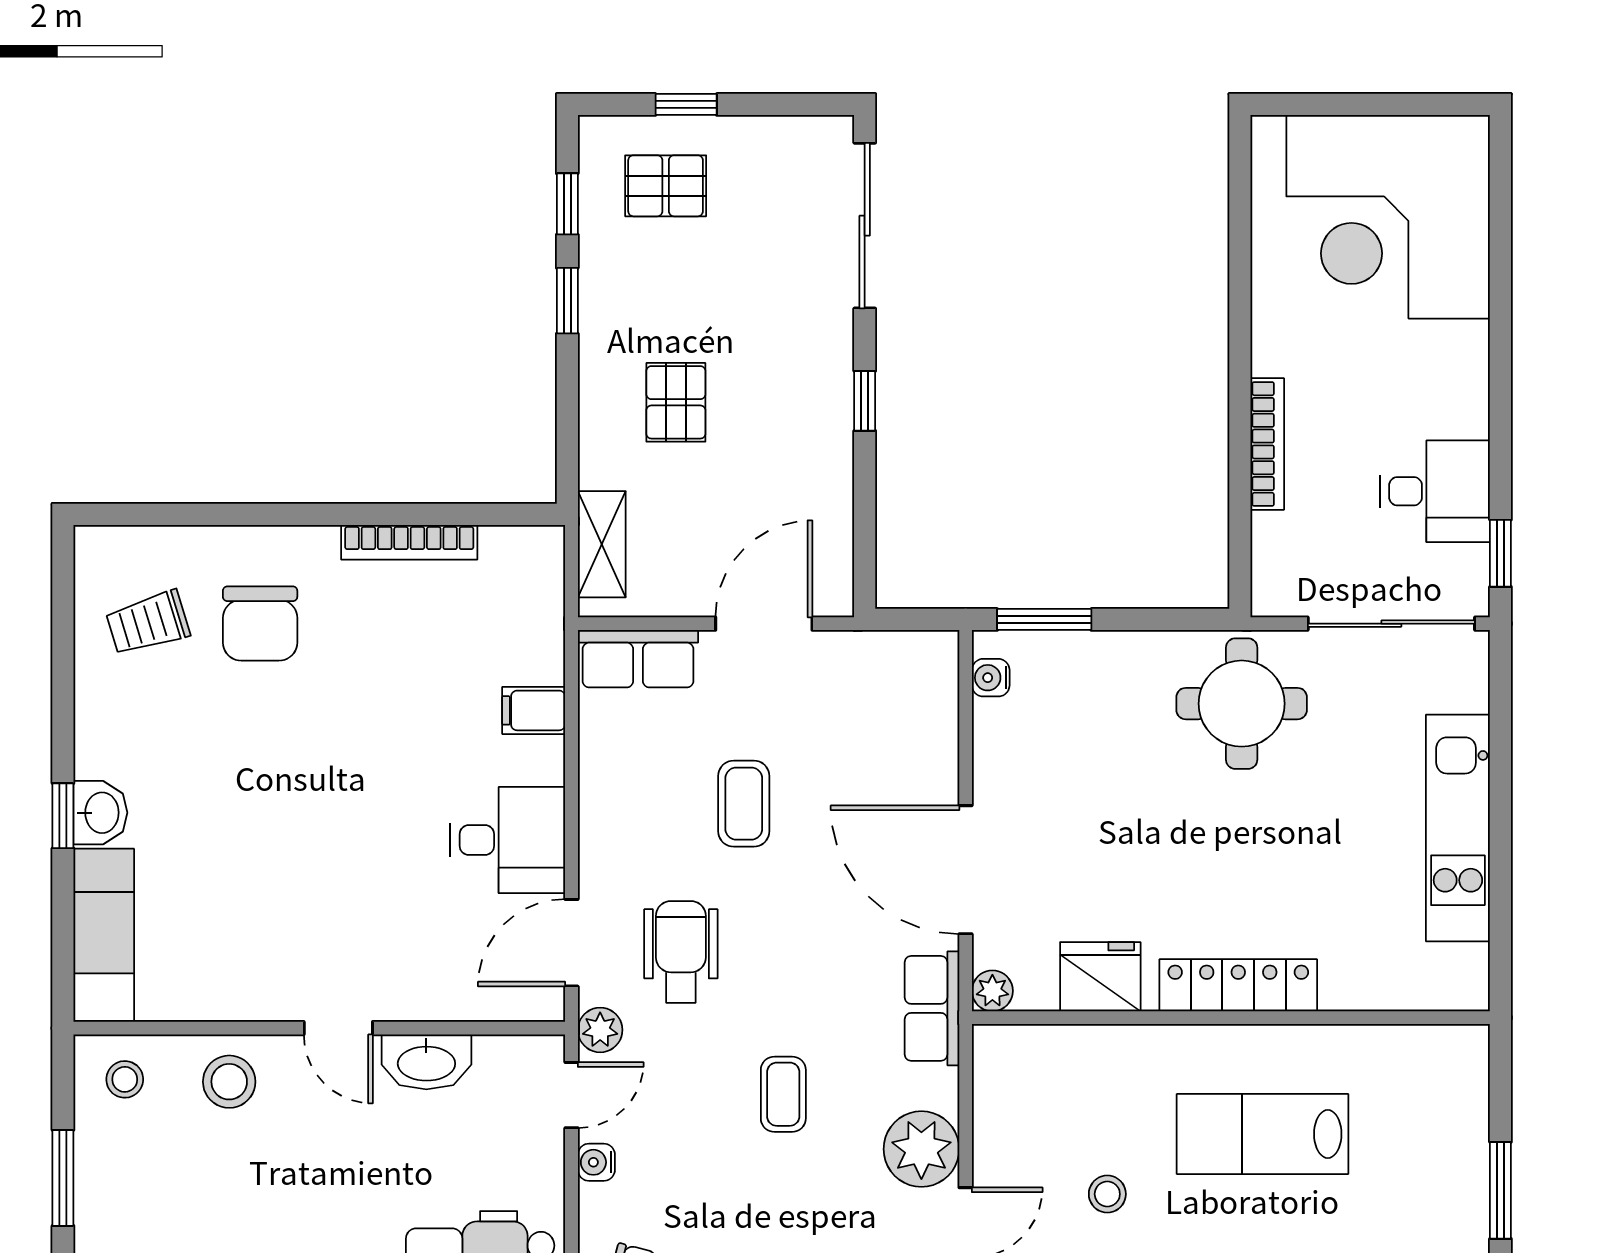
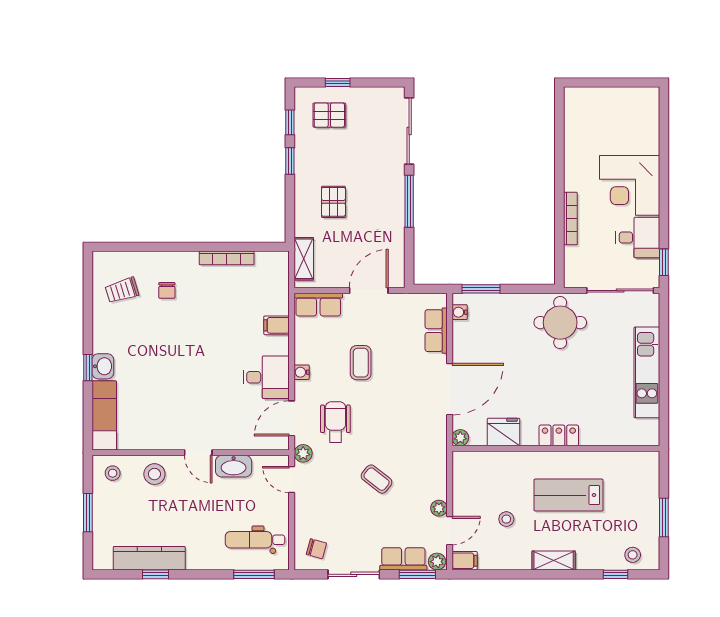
corner desk: (1388, 217) -> (630, 185), moved, width x0.74, depth x0.74
window: (865, 401) -> (409, 201), width x2.17
chair: (260, 624) -> (167, 290), width x0.54, depth x0.54
door: (966, 870) -> (450, 389), swing flipped
locker: (1238, 985) -> (559, 435), width x0.66
row of seats: (932, 1008) -> (436, 331), moved
coffee table: (783, 1094) -> (377, 479), turned -52
door: (571, 1095) -> (292, 479), swing flipped
plant: (921, 1149) -> (439, 508), width x0.53, depth x0.53
water cooler: (596, 1162) -> (302, 372), moved

